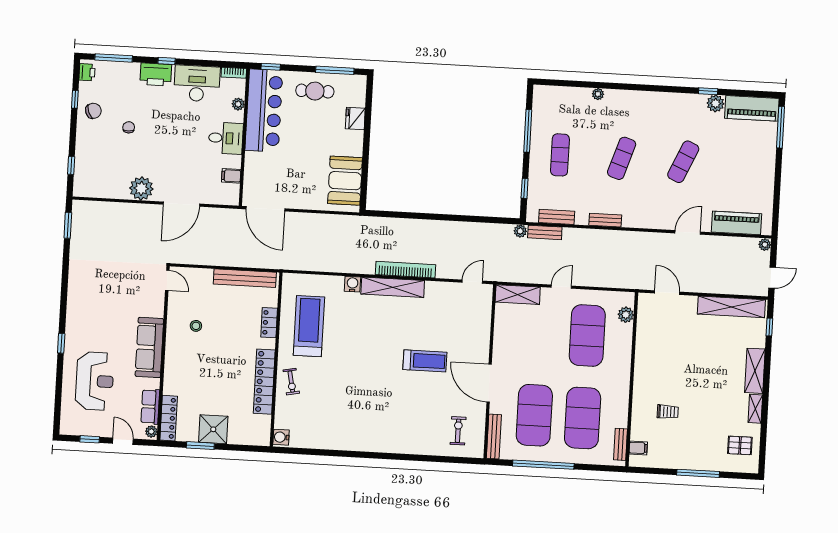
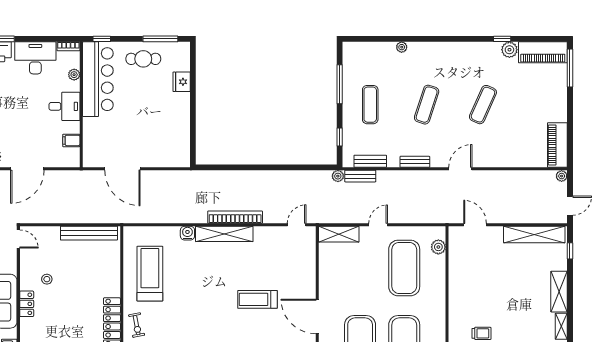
booth: (345, 181) -> (175, 139), removed
door: (265, 209) -> (122, 169), moved
piano: (736, 223) -> (557, 145), moved, turned -90
door: (688, 232) -> (460, 169), moved
locker: (269, 323) -> (27, 304), moved, turned 180
treadmill: (425, 361) -> (257, 299), turned 180

